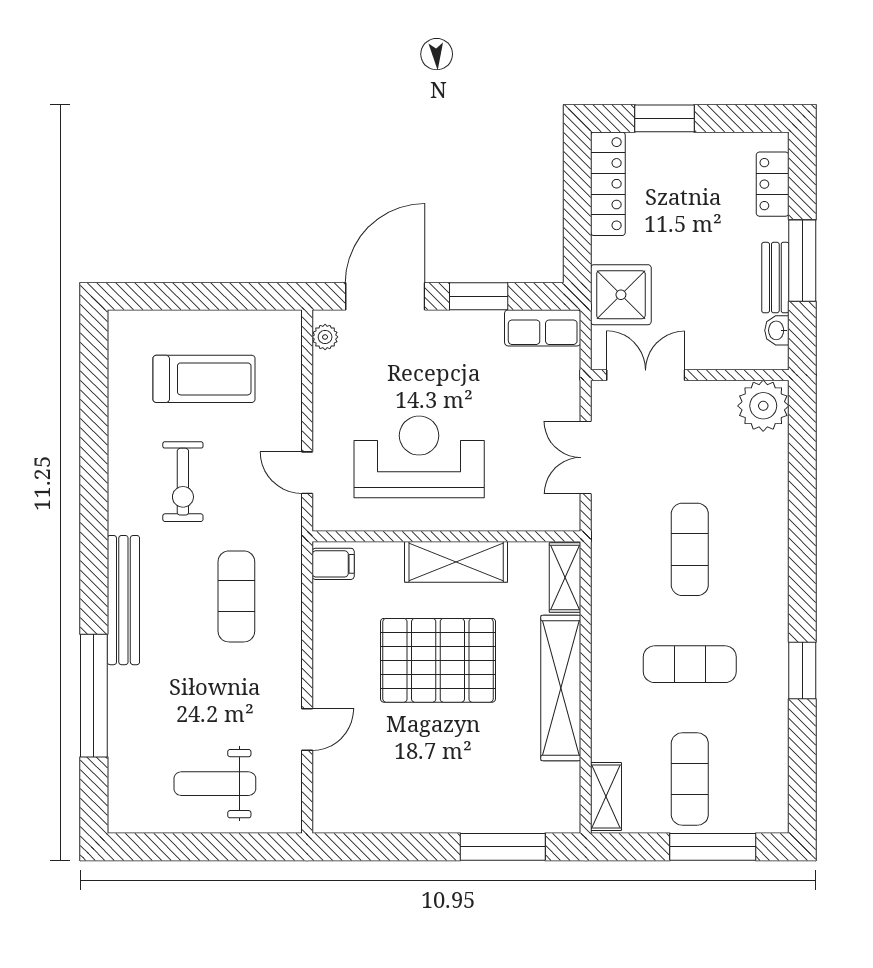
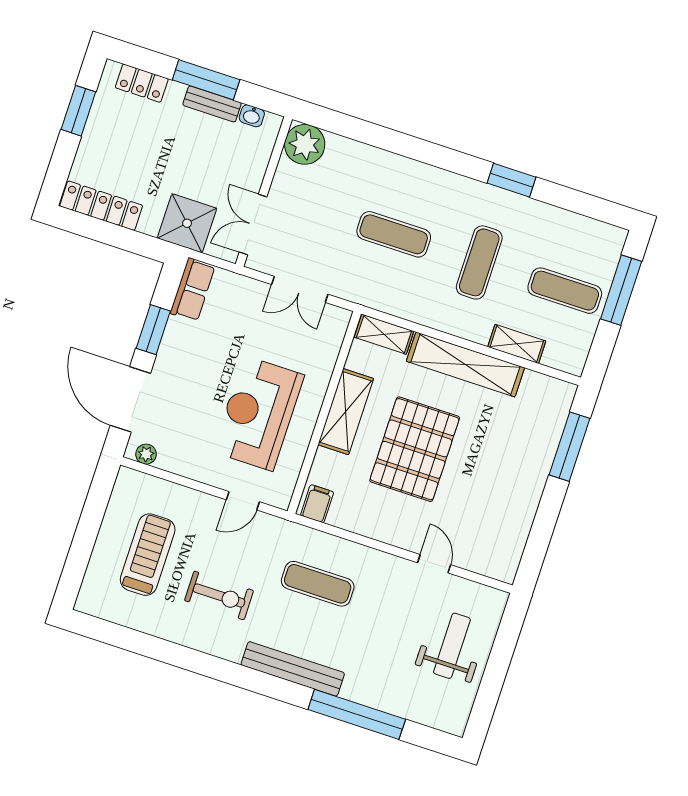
window: (665, 118) -> (78, 111), moved
weight bench: (215, 784) -> (452, 646), turned 180
shelving: (606, 797) -> (517, 344), moved

